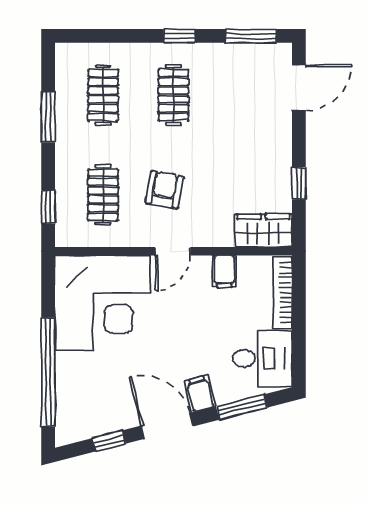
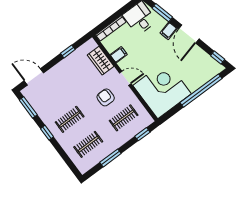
armchair: (164, 190) -> (106, 97), turned 79
wardrobe: (263, 231) -> (101, 61), moved
window: (109, 441) -> (218, 57), moved

